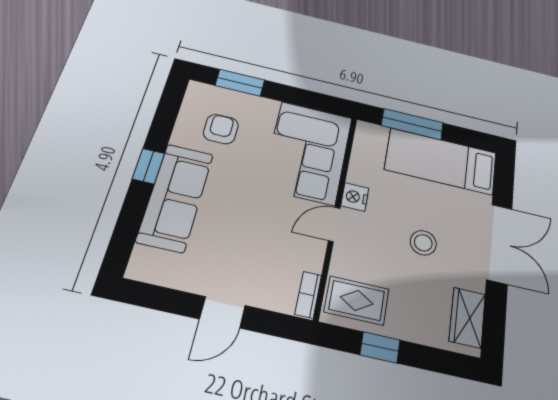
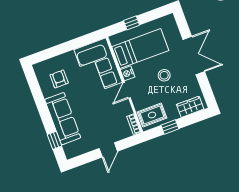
window: (240, 83) -> (52, 52), removed
window: (412, 124) -> (132, 23), width x0.46
bed: (441, 161) -> (140, 49), moved, turned 180
window: (148, 166) -> (54, 140), moved
wardrobe: (467, 317) -> (190, 107), moved, turned 90

